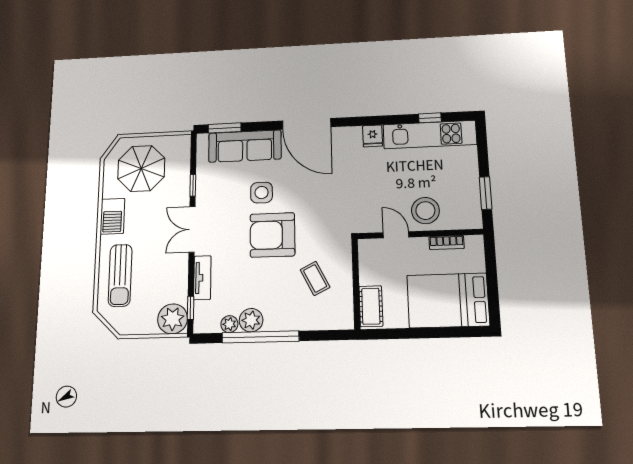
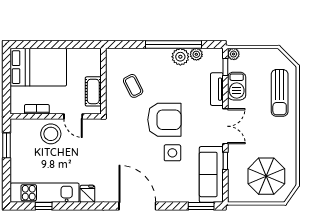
sofa: (245, 146) -> (211, 174), moved, turned -90
barbecue: (112, 216) -> (237, 86), moved, turned 180
sun lounger: (120, 275) -> (280, 93), turned 180
cot: (371, 306) -> (93, 91), moved
plant: (173, 319) -> (234, 54), width x0.53, depth x0.53

